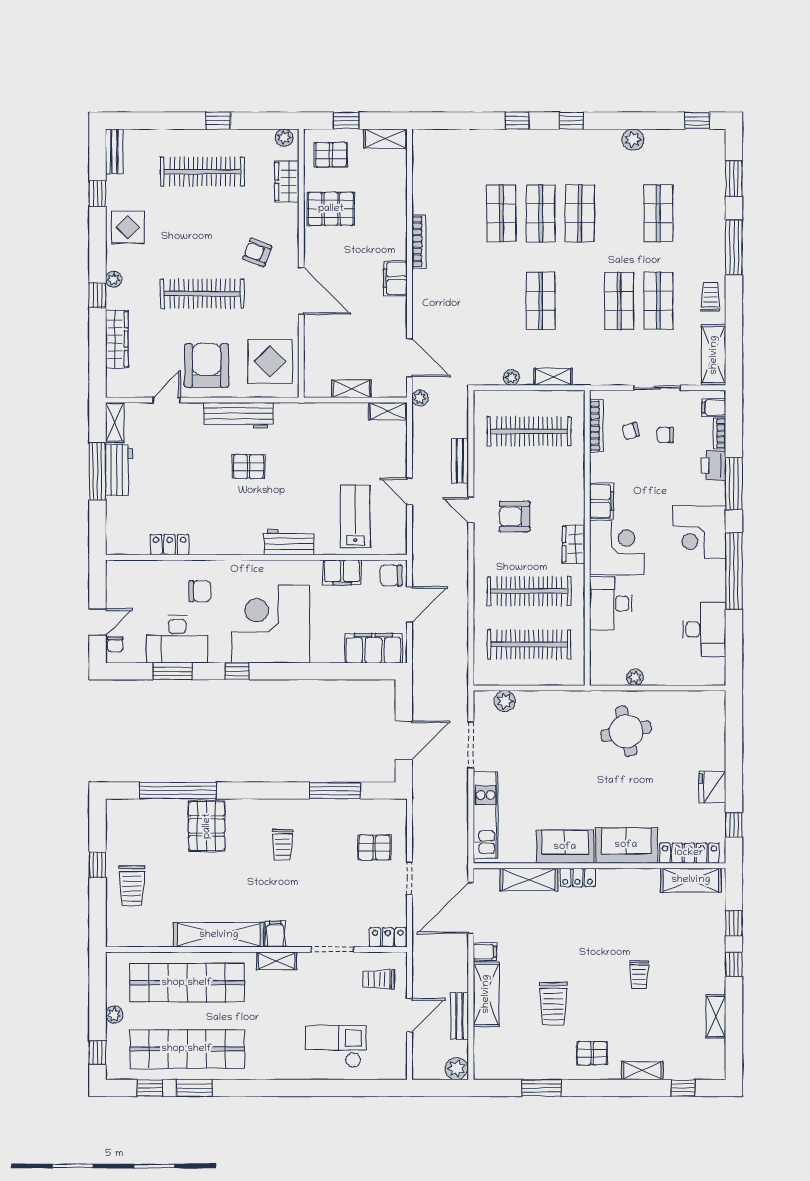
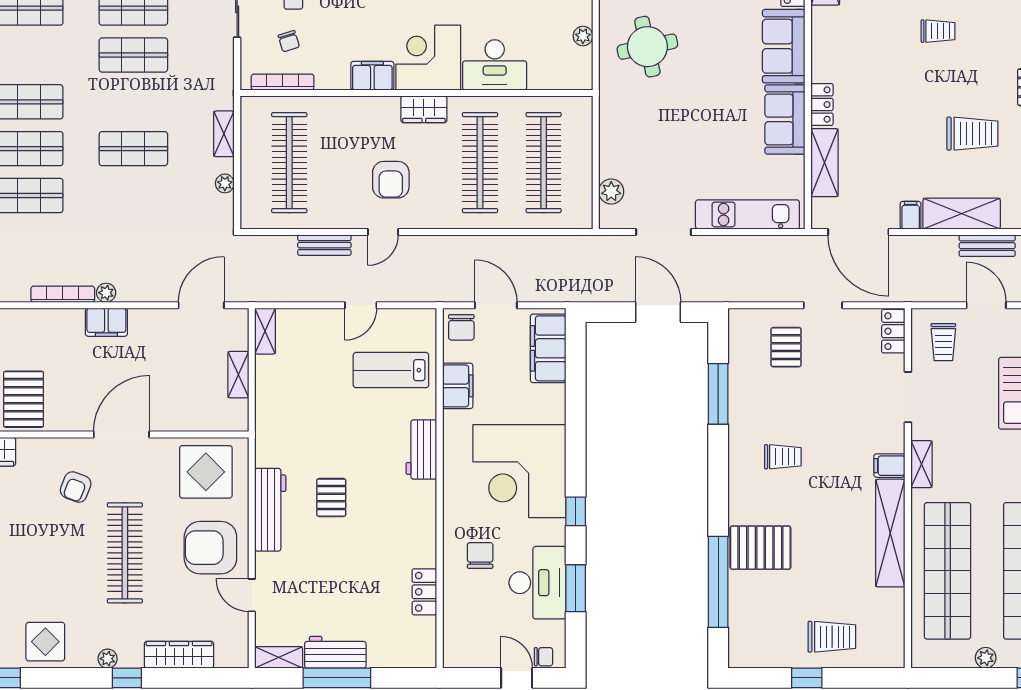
plant: (420, 398) -> (106, 293), moved

